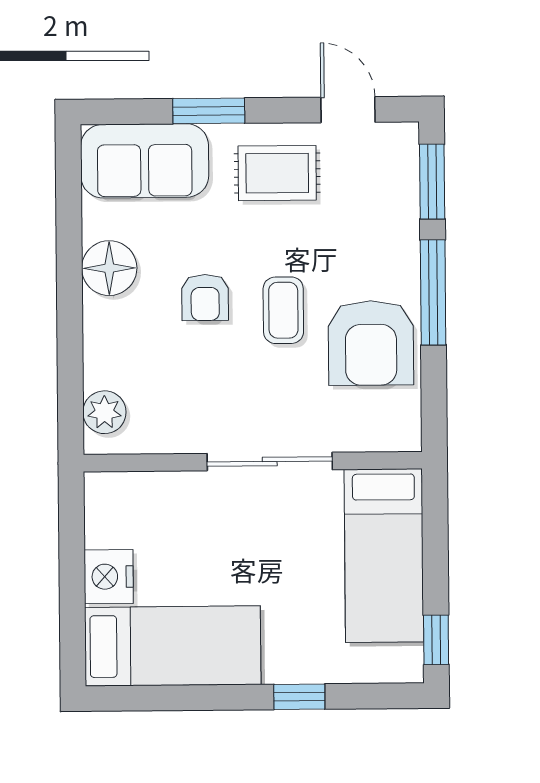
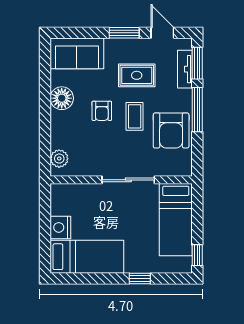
window: (209, 111) -> (124, 33), moved
rug: (277, 173) -> (137, 75), moved
tv unit: (402, 196) -> (185, 69), added

